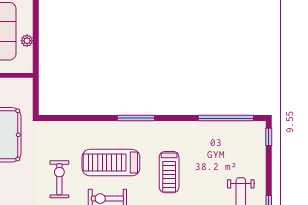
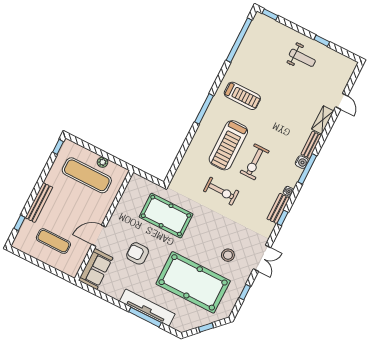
treadmill: (169, 172) -> (242, 96), moved
exercise bike: (59, 179) -> (221, 191), turned 180

